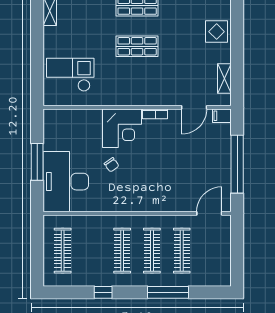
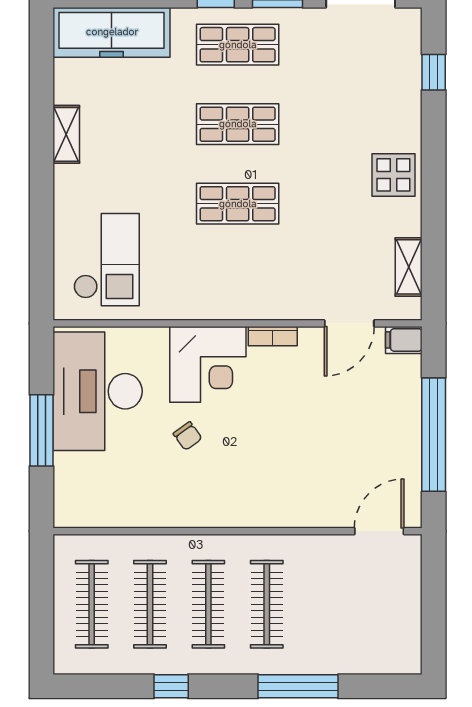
checkout: (70, 75) -> (106, 260), turned 90
desk: (66, 182) -> (98, 391), moved
clothes rail: (182, 251) -> (150, 604), moved

